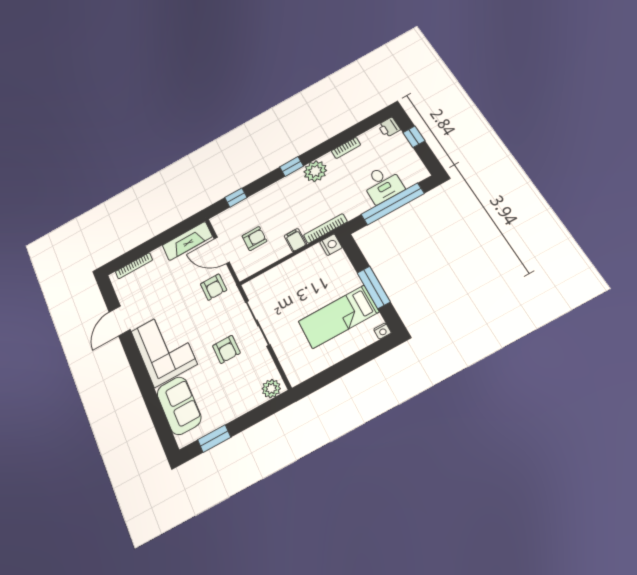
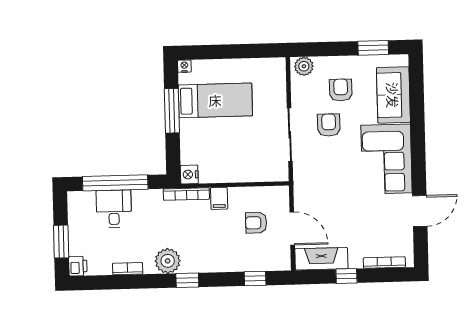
window: (414, 137) -> (61, 242), width x1.50
window: (161, 239) -> (346, 276), added
armchair: (214, 287) -> (341, 90), moved

